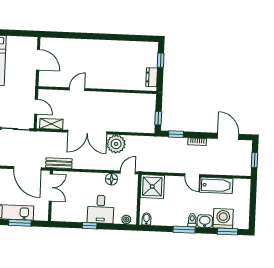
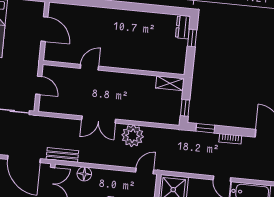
dresser: (152, 77) -> (183, 27), moved
shelving: (51, 124) -> (170, 83), moved
double door: (87, 132) -> (99, 119), width x0.73
floor lamp: (111, 179) -> (84, 174), moved

